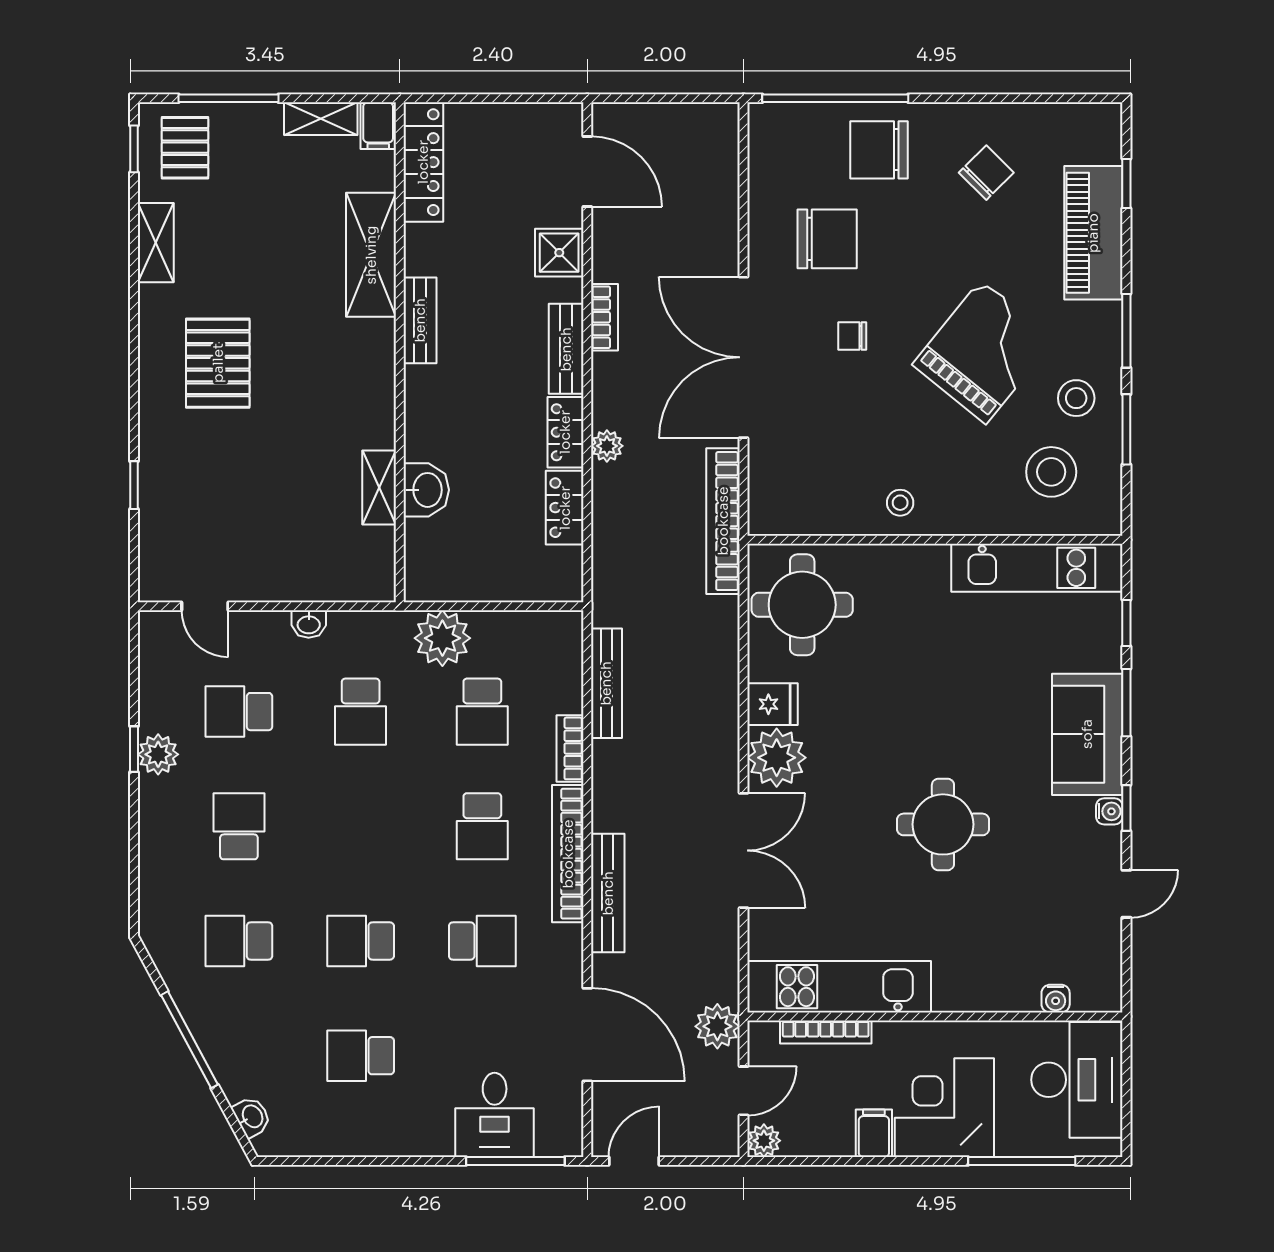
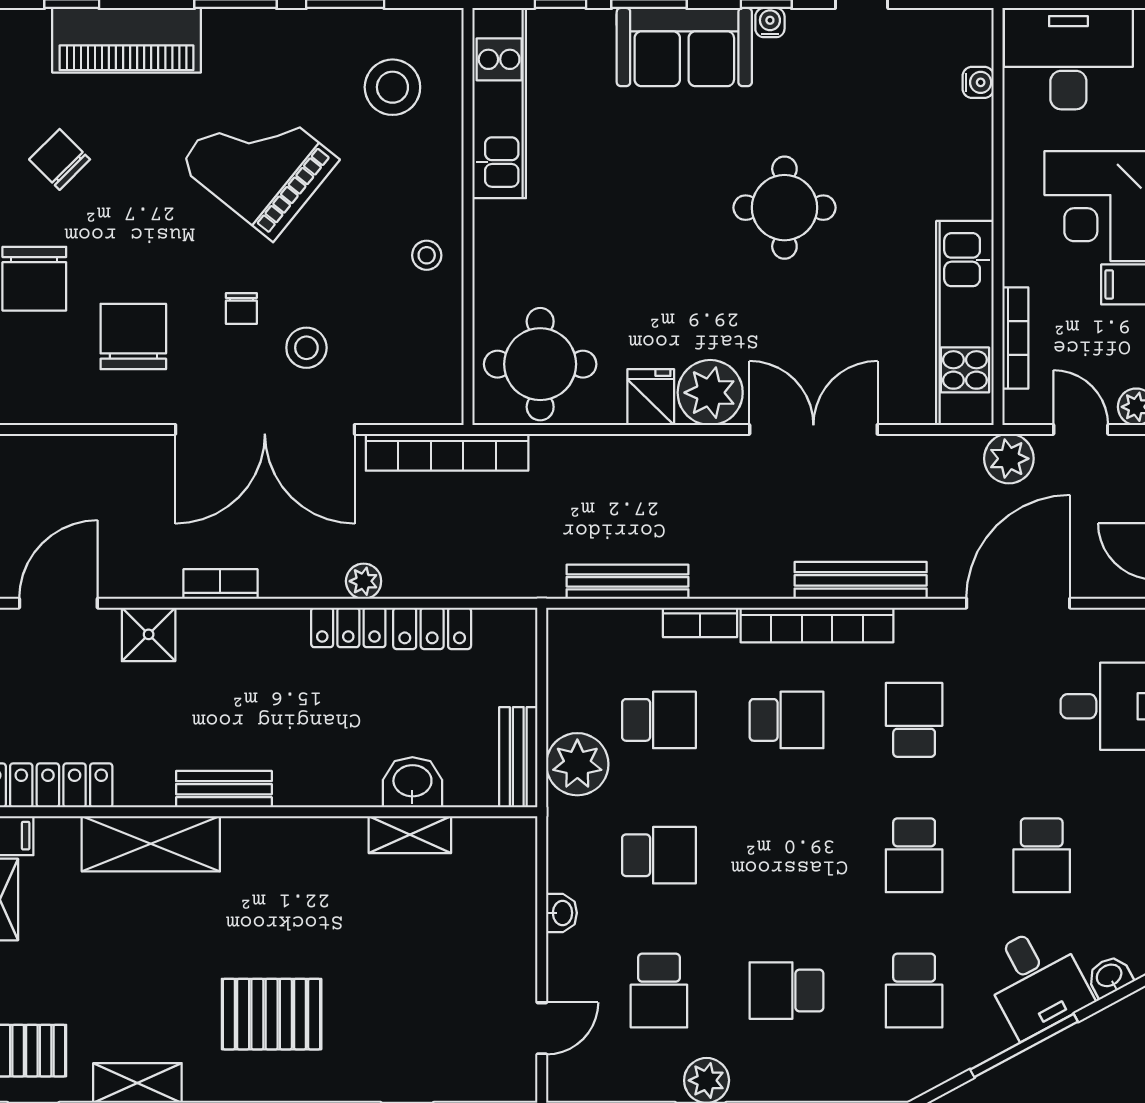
bench: (566, 349) -> (518, 757), moved, turned 90
stool: (1076, 398) -> (306, 348), moved
desk: (247, 1051) -> (1036, 981), added

